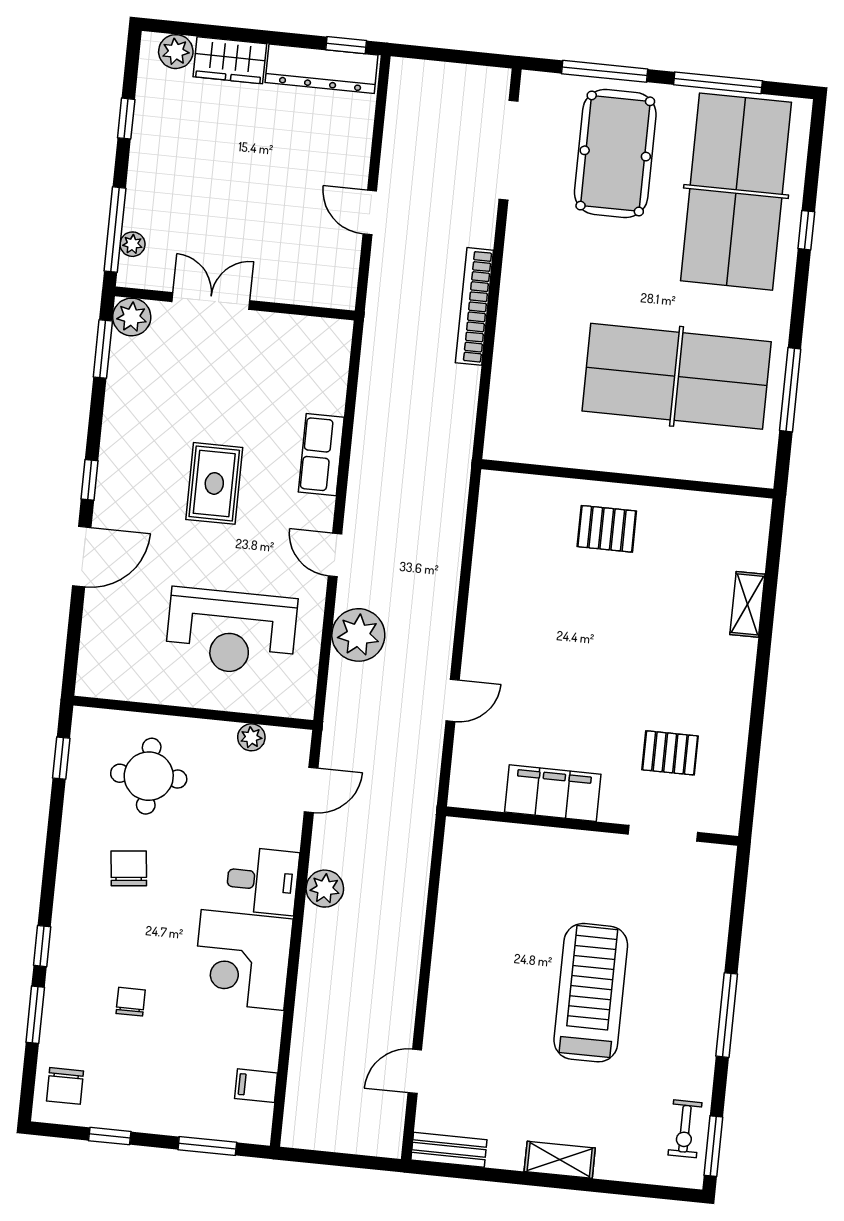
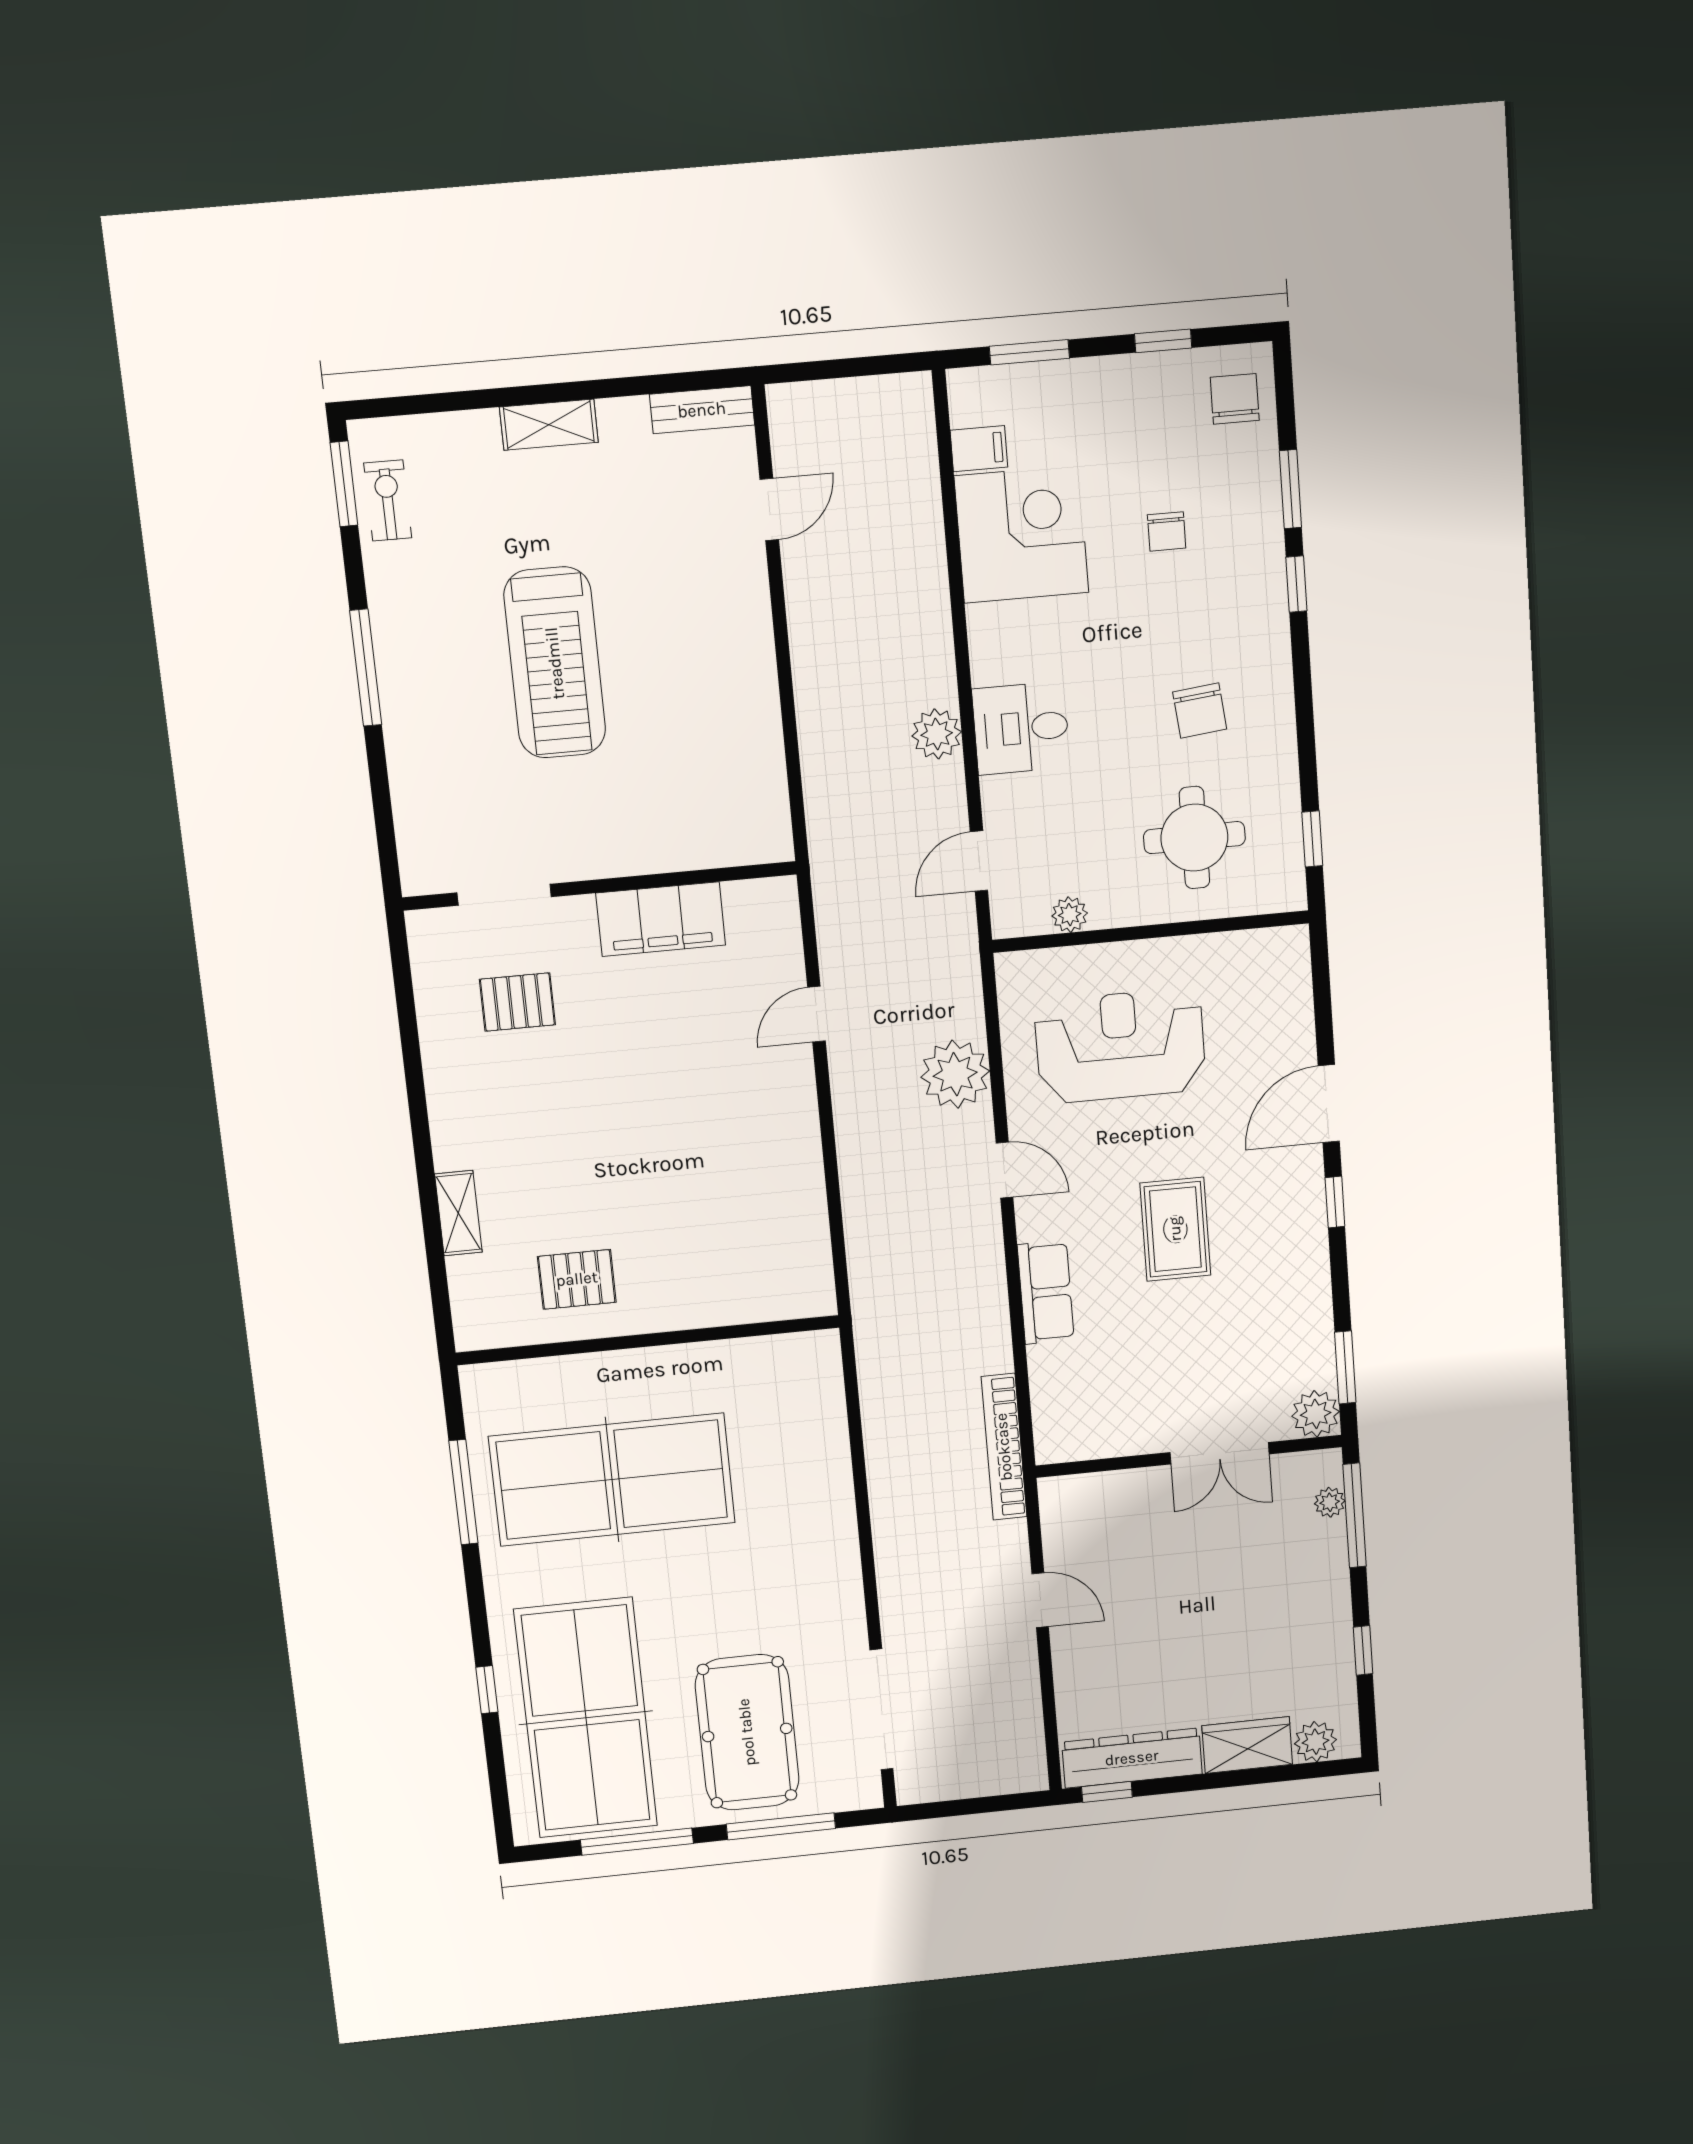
bookcase: (474, 306) -> (1004, 1447), moved, turned 180
pallet: (607, 529) -> (577, 1279), moved
corner desk: (243, 960) -> (1021, 534), moved

